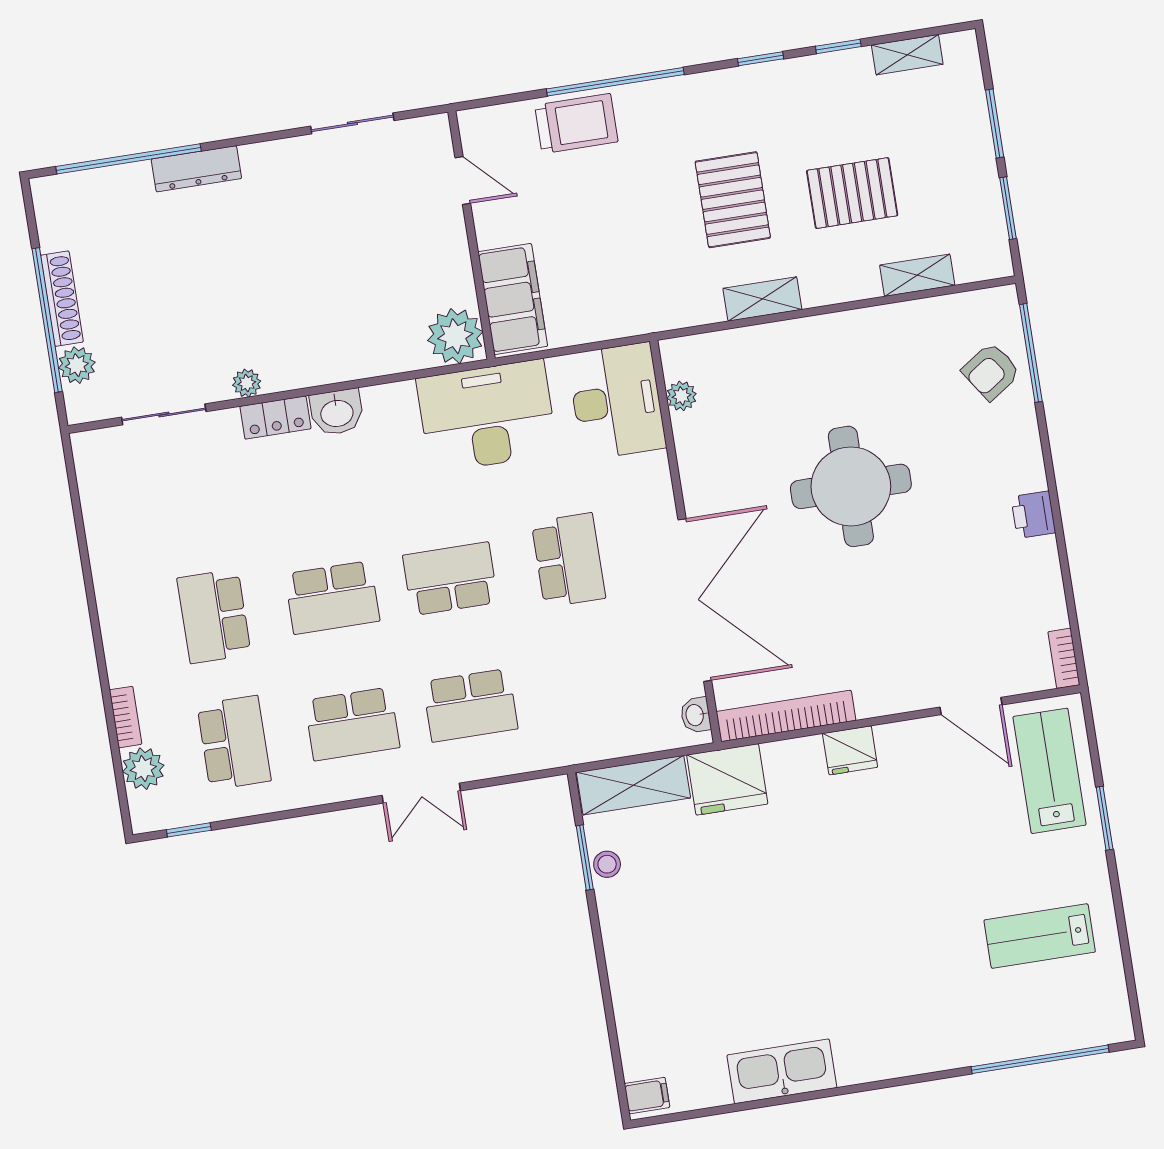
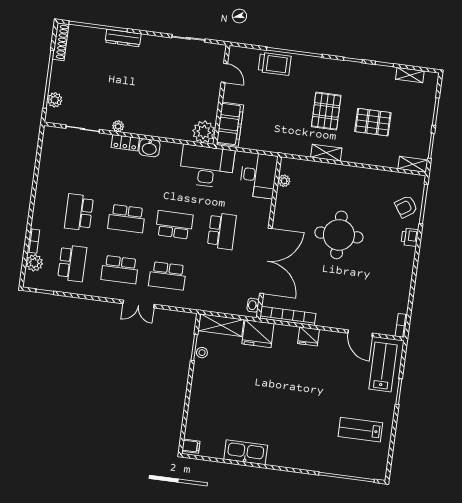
shelving: (917, 275) -> (413, 164), moved
shoe rack: (62, 299) -> (61, 42), moved
printer: (1033, 515) -> (410, 237), moved

